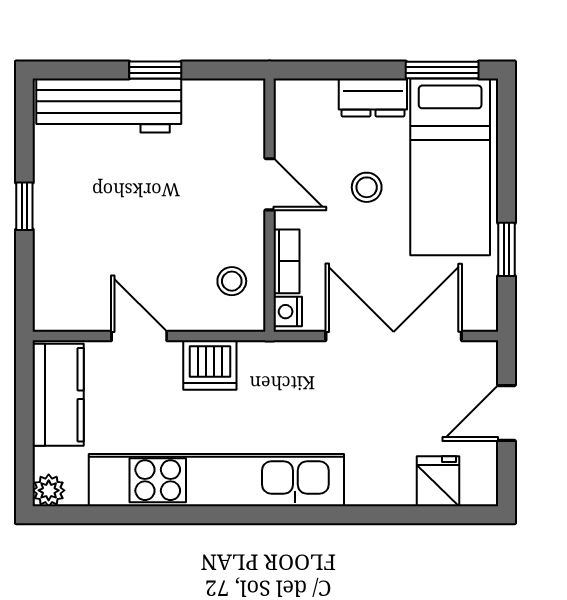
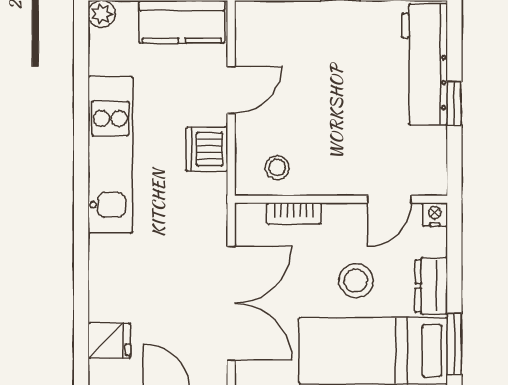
door: (270, 184) -> (389, 199), moved
stool: (367, 187) -> (356, 281), width x1.37, depth x1.37
nightstand: (288, 312) -> (435, 215), moved
kitchen unit: (216, 480) -> (110, 155), width x0.73

